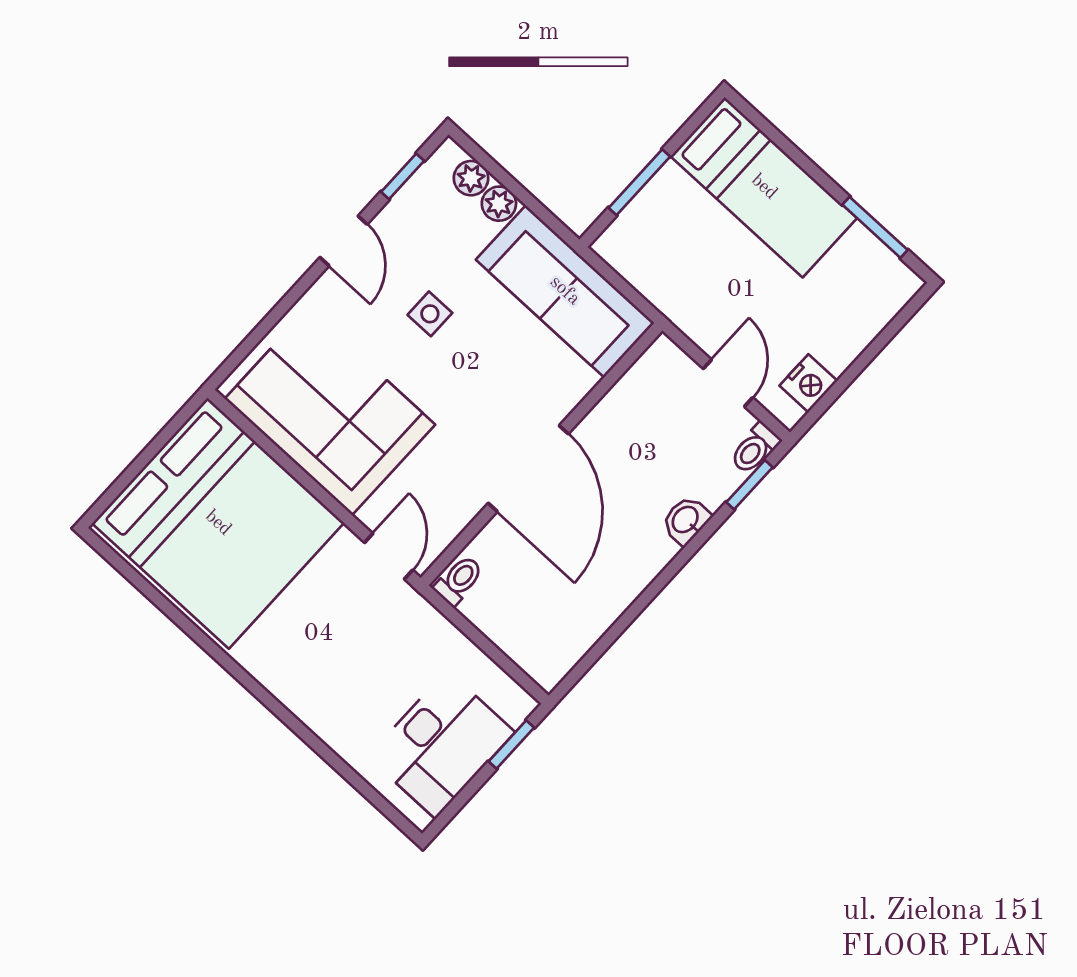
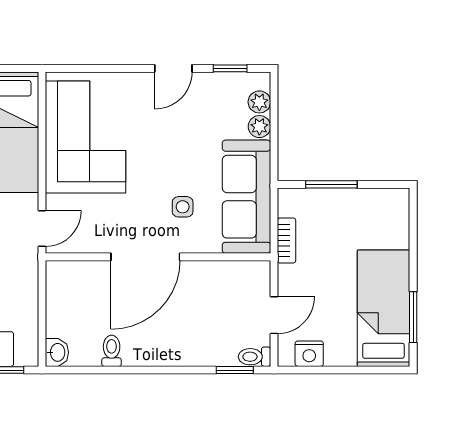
bed: (764, 187) -> (384, 308), moved, turned 180
bookcase: (656, 291) -> (287, 240), added
side table: (430, 314) -> (183, 207), moved
washbasin: (686, 520) -> (57, 352), moved, turned 90
toilet: (459, 580) -> (112, 351), moved, turned -90

